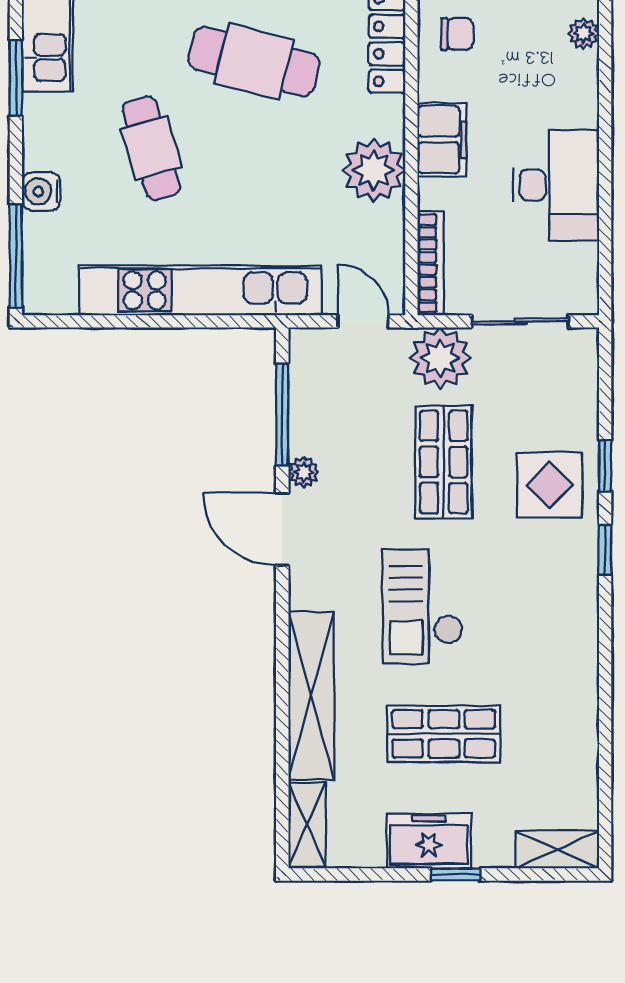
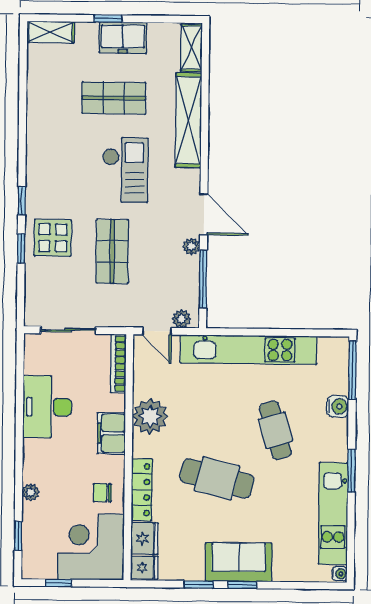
plant: (440, 358) -> (182, 319), moved, width x0.53, depth x0.53

